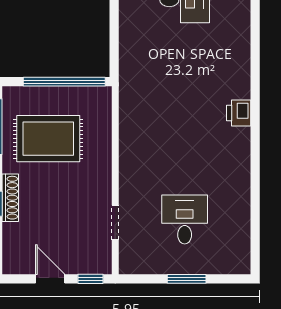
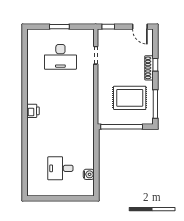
desk: (185, 219) -> (60, 57), width x1.37
door: (50, 279) -> (140, 27), moved

